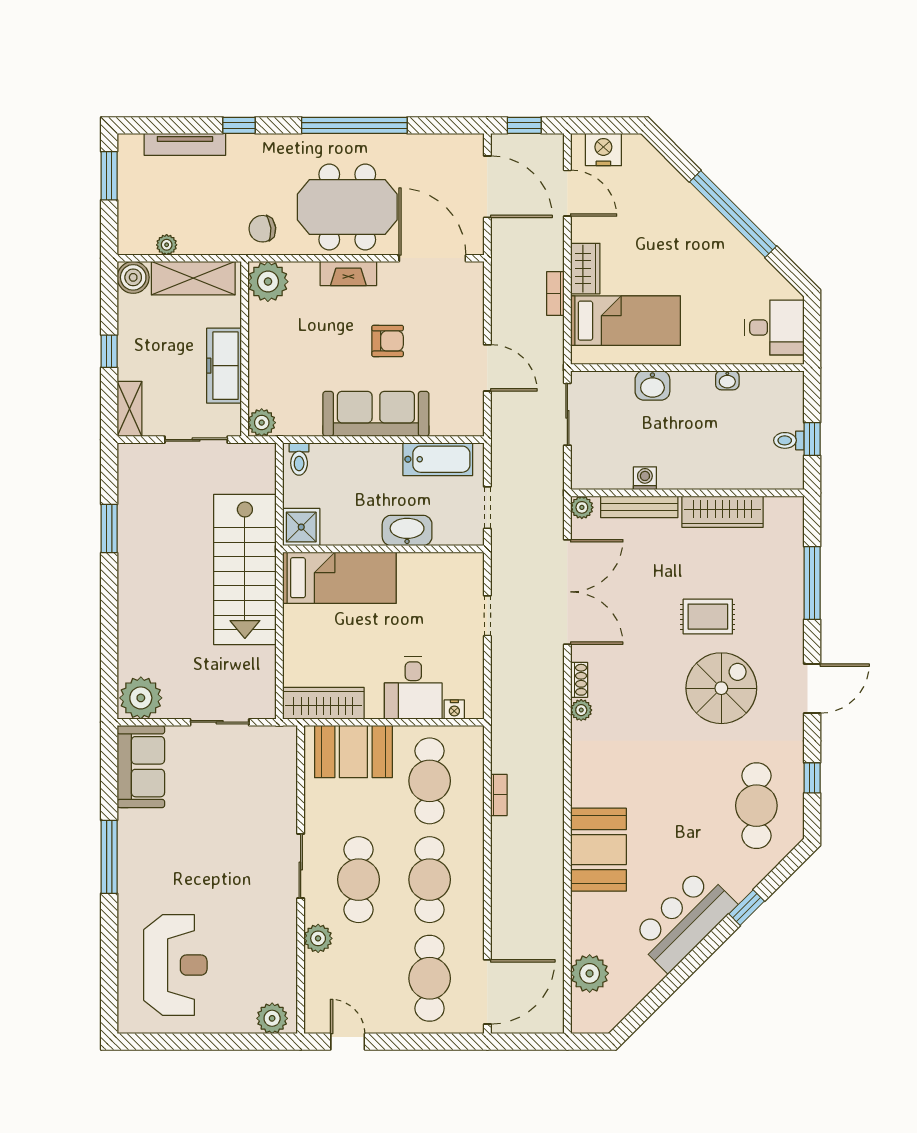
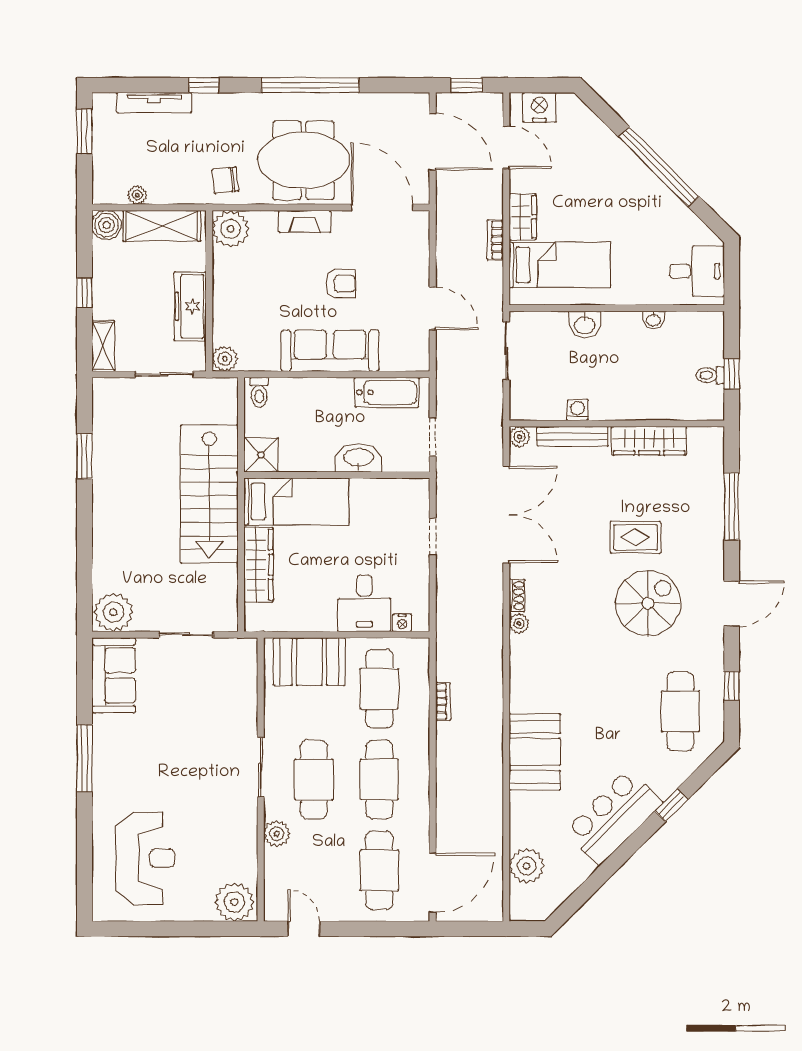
wardrobe: (323, 703) -> (259, 565), moved, turned 90
plant: (272, 1018) -> (234, 902), width x1.36, depth x1.36

